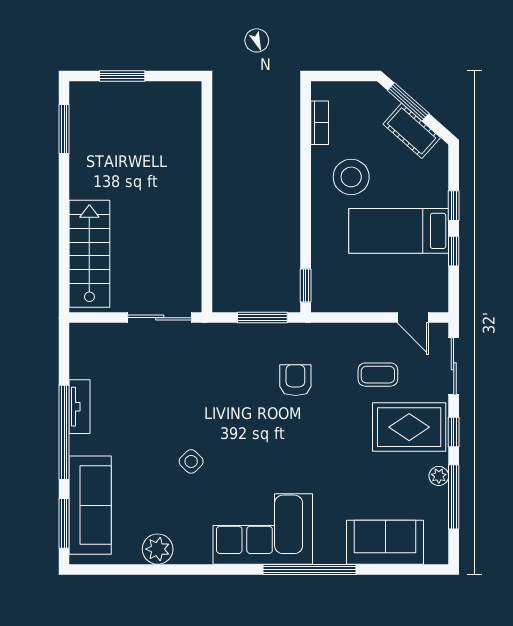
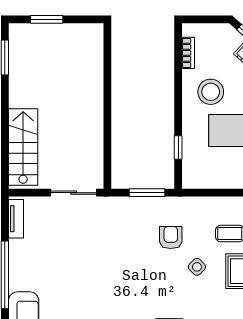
window: (306, 286) -> (178, 147), moved
tv unit: (80, 407) -> (16, 219), moved
side table: (191, 461) -> (197, 267), moved

